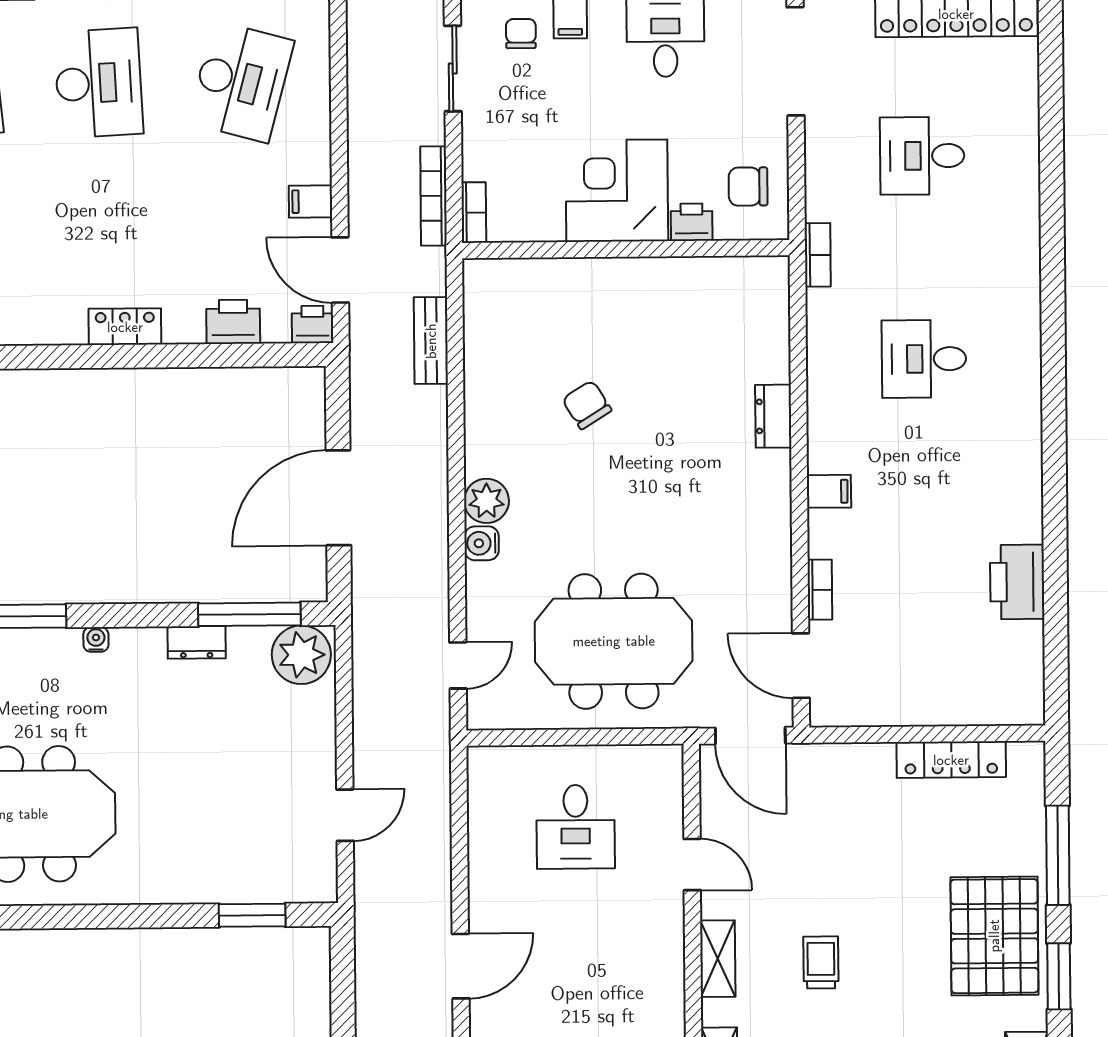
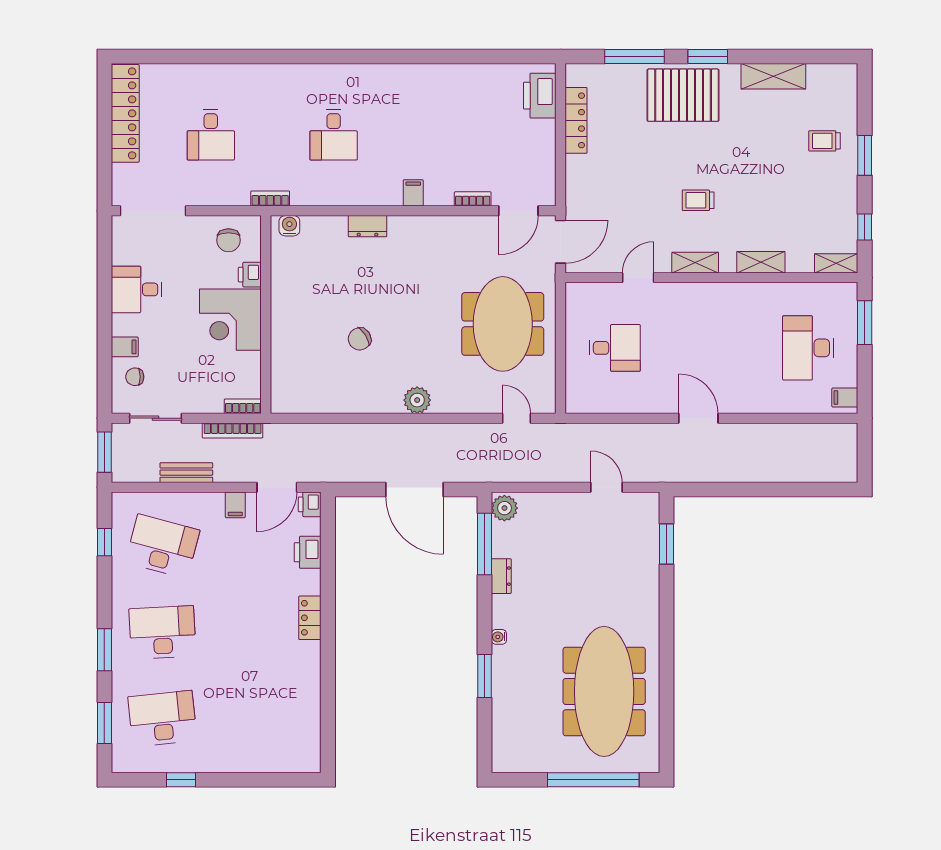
bench: (431, 341) -> (186, 473), moved
water cooler: (482, 543) -> (289, 226), moved, turned 180
printer: (1017, 582) -> (540, 96), moved, turned 90
plant: (301, 655) -> (504, 508), width x0.73, depth x0.73

